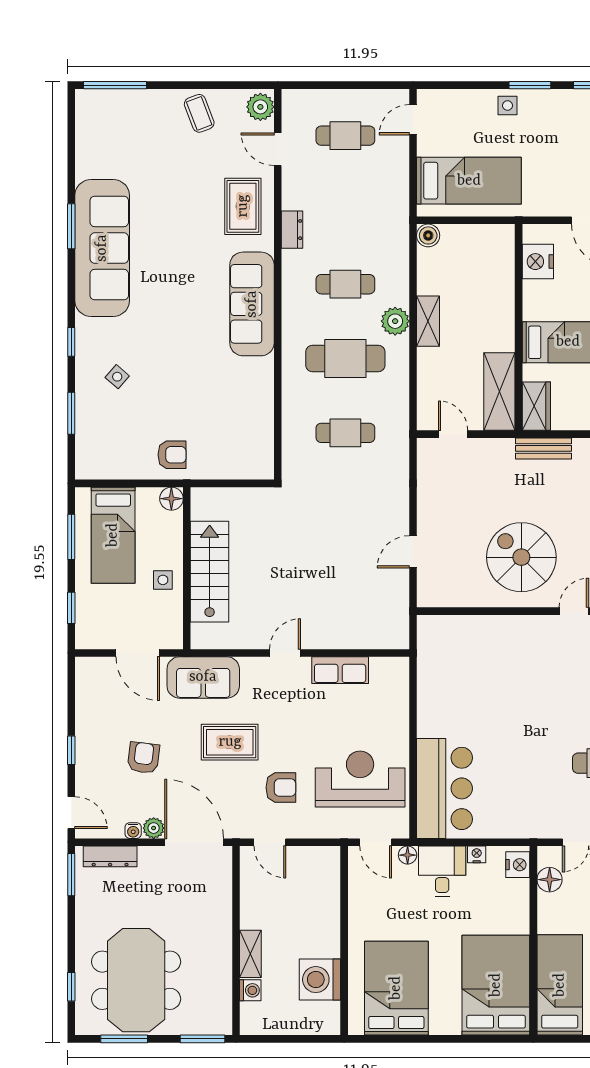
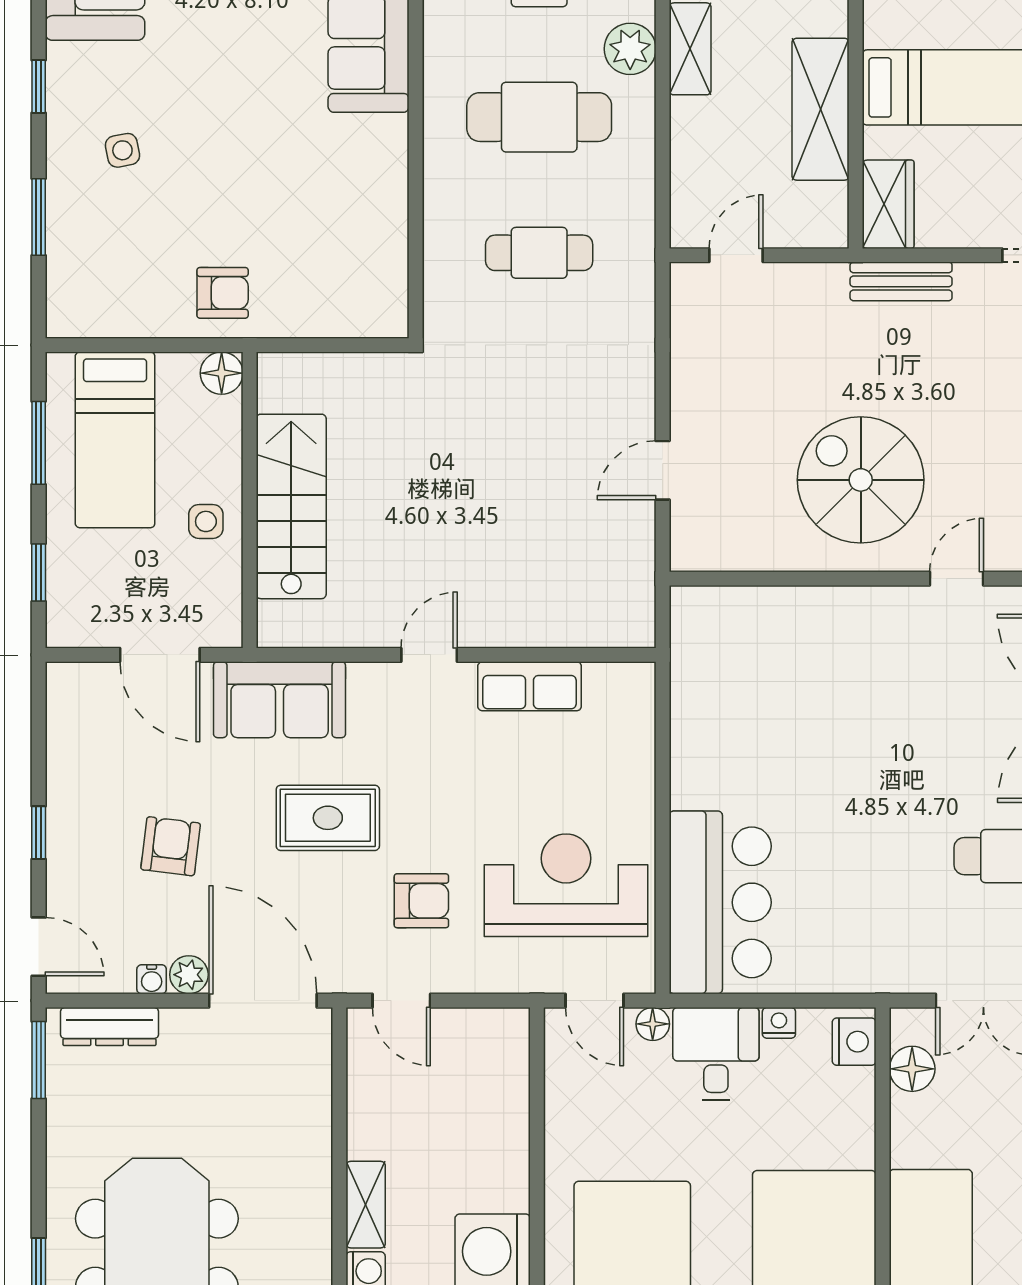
side table: (117, 377) -> (122, 150), turned 38
shelving: (499, 392) -> (821, 109), moved
door: (453, 434) -> (736, 255), hinge flipped

